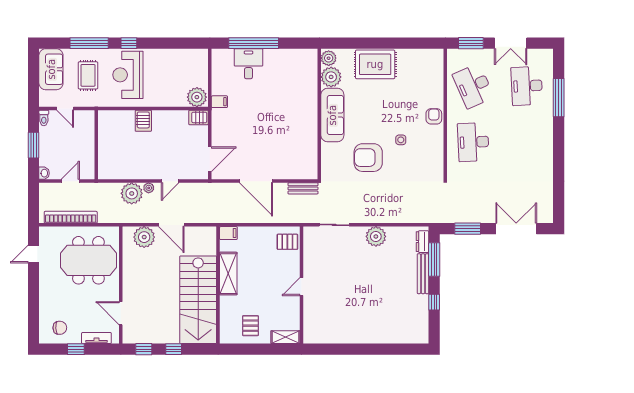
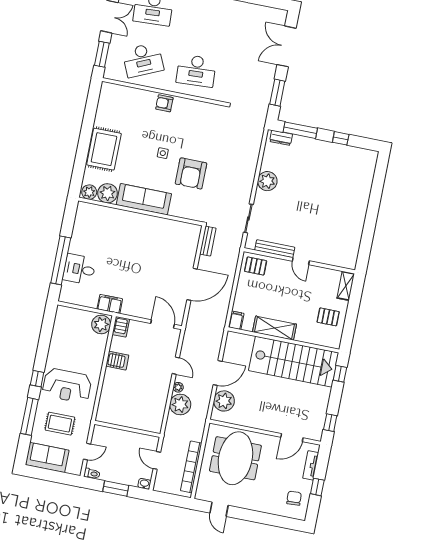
filing cabinet: (219, 102) -> (110, 304), width x2.00
server rack: (143, 121) -> (117, 361), moved
side table: (401, 140) -> (163, 153), moved
pallet: (287, 242) -> (256, 266), turned 90
bench: (423, 274) -> (275, 249), moved
window: (174, 349) -> (340, 374), moved

